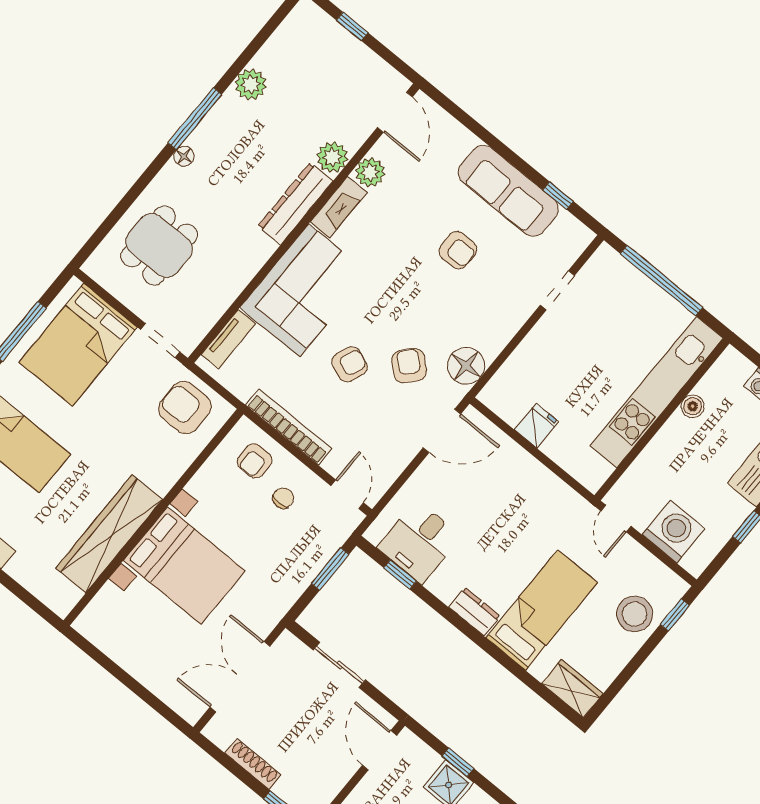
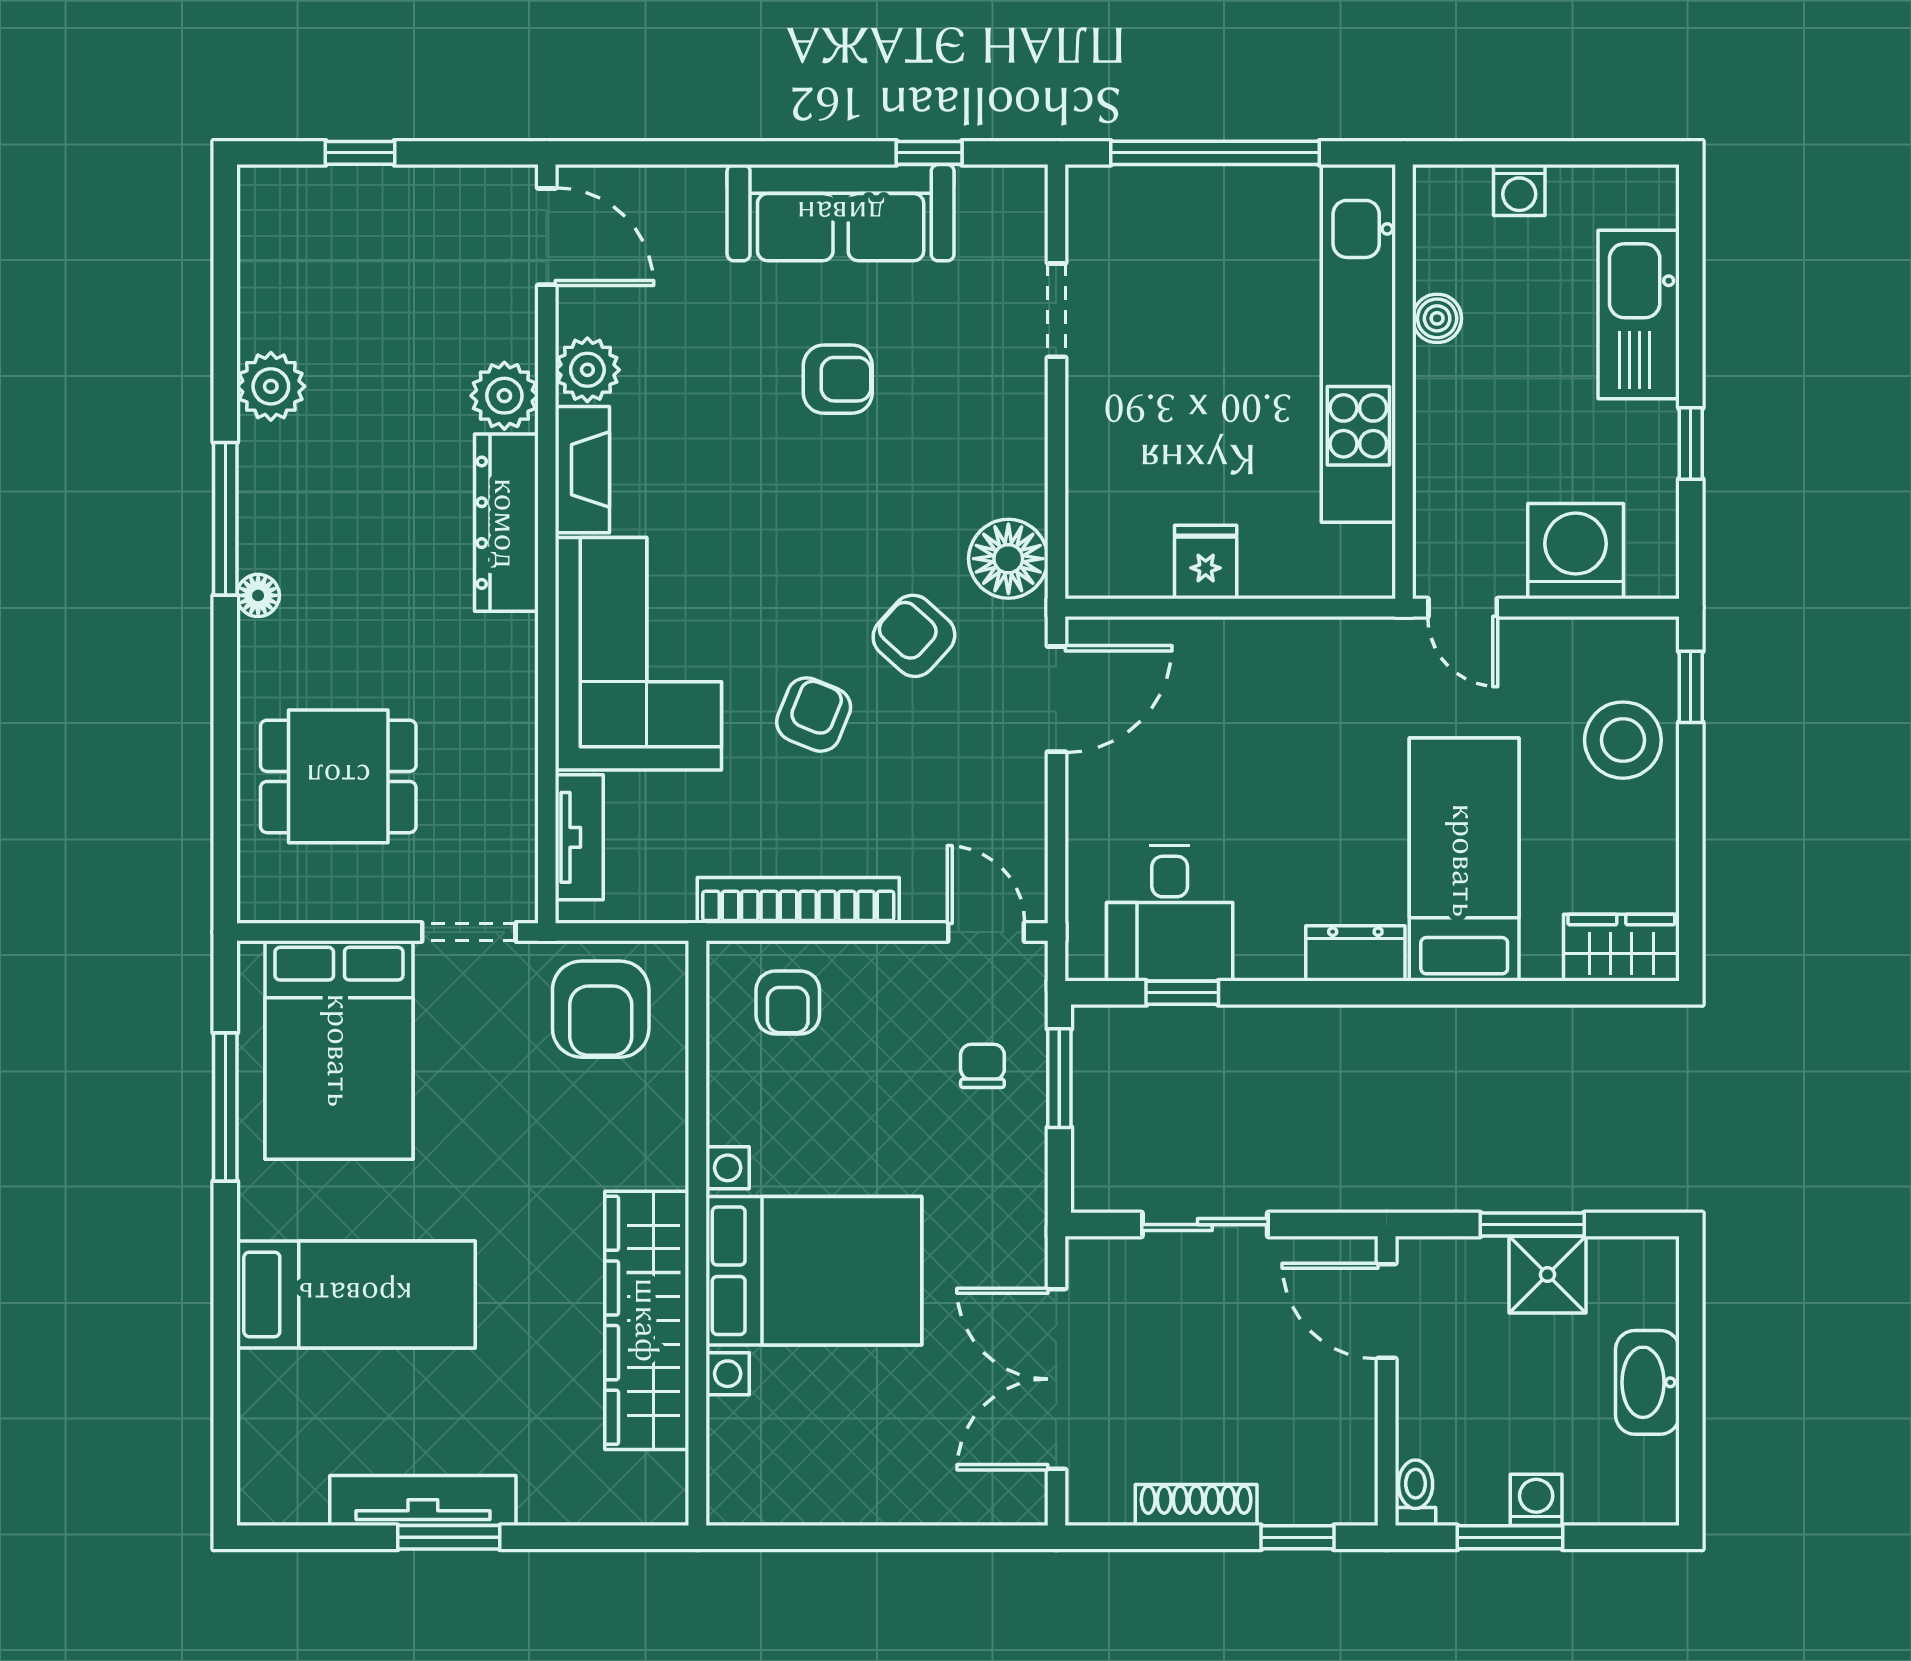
dining table: (159, 245) -> (338, 776), turned 90
armchair: (185, 408) -> (601, 1009), turned -90
chair: (283, 498) -> (982, 1066), moved
window: (458, 762) -> (1532, 1225), width x1.50

